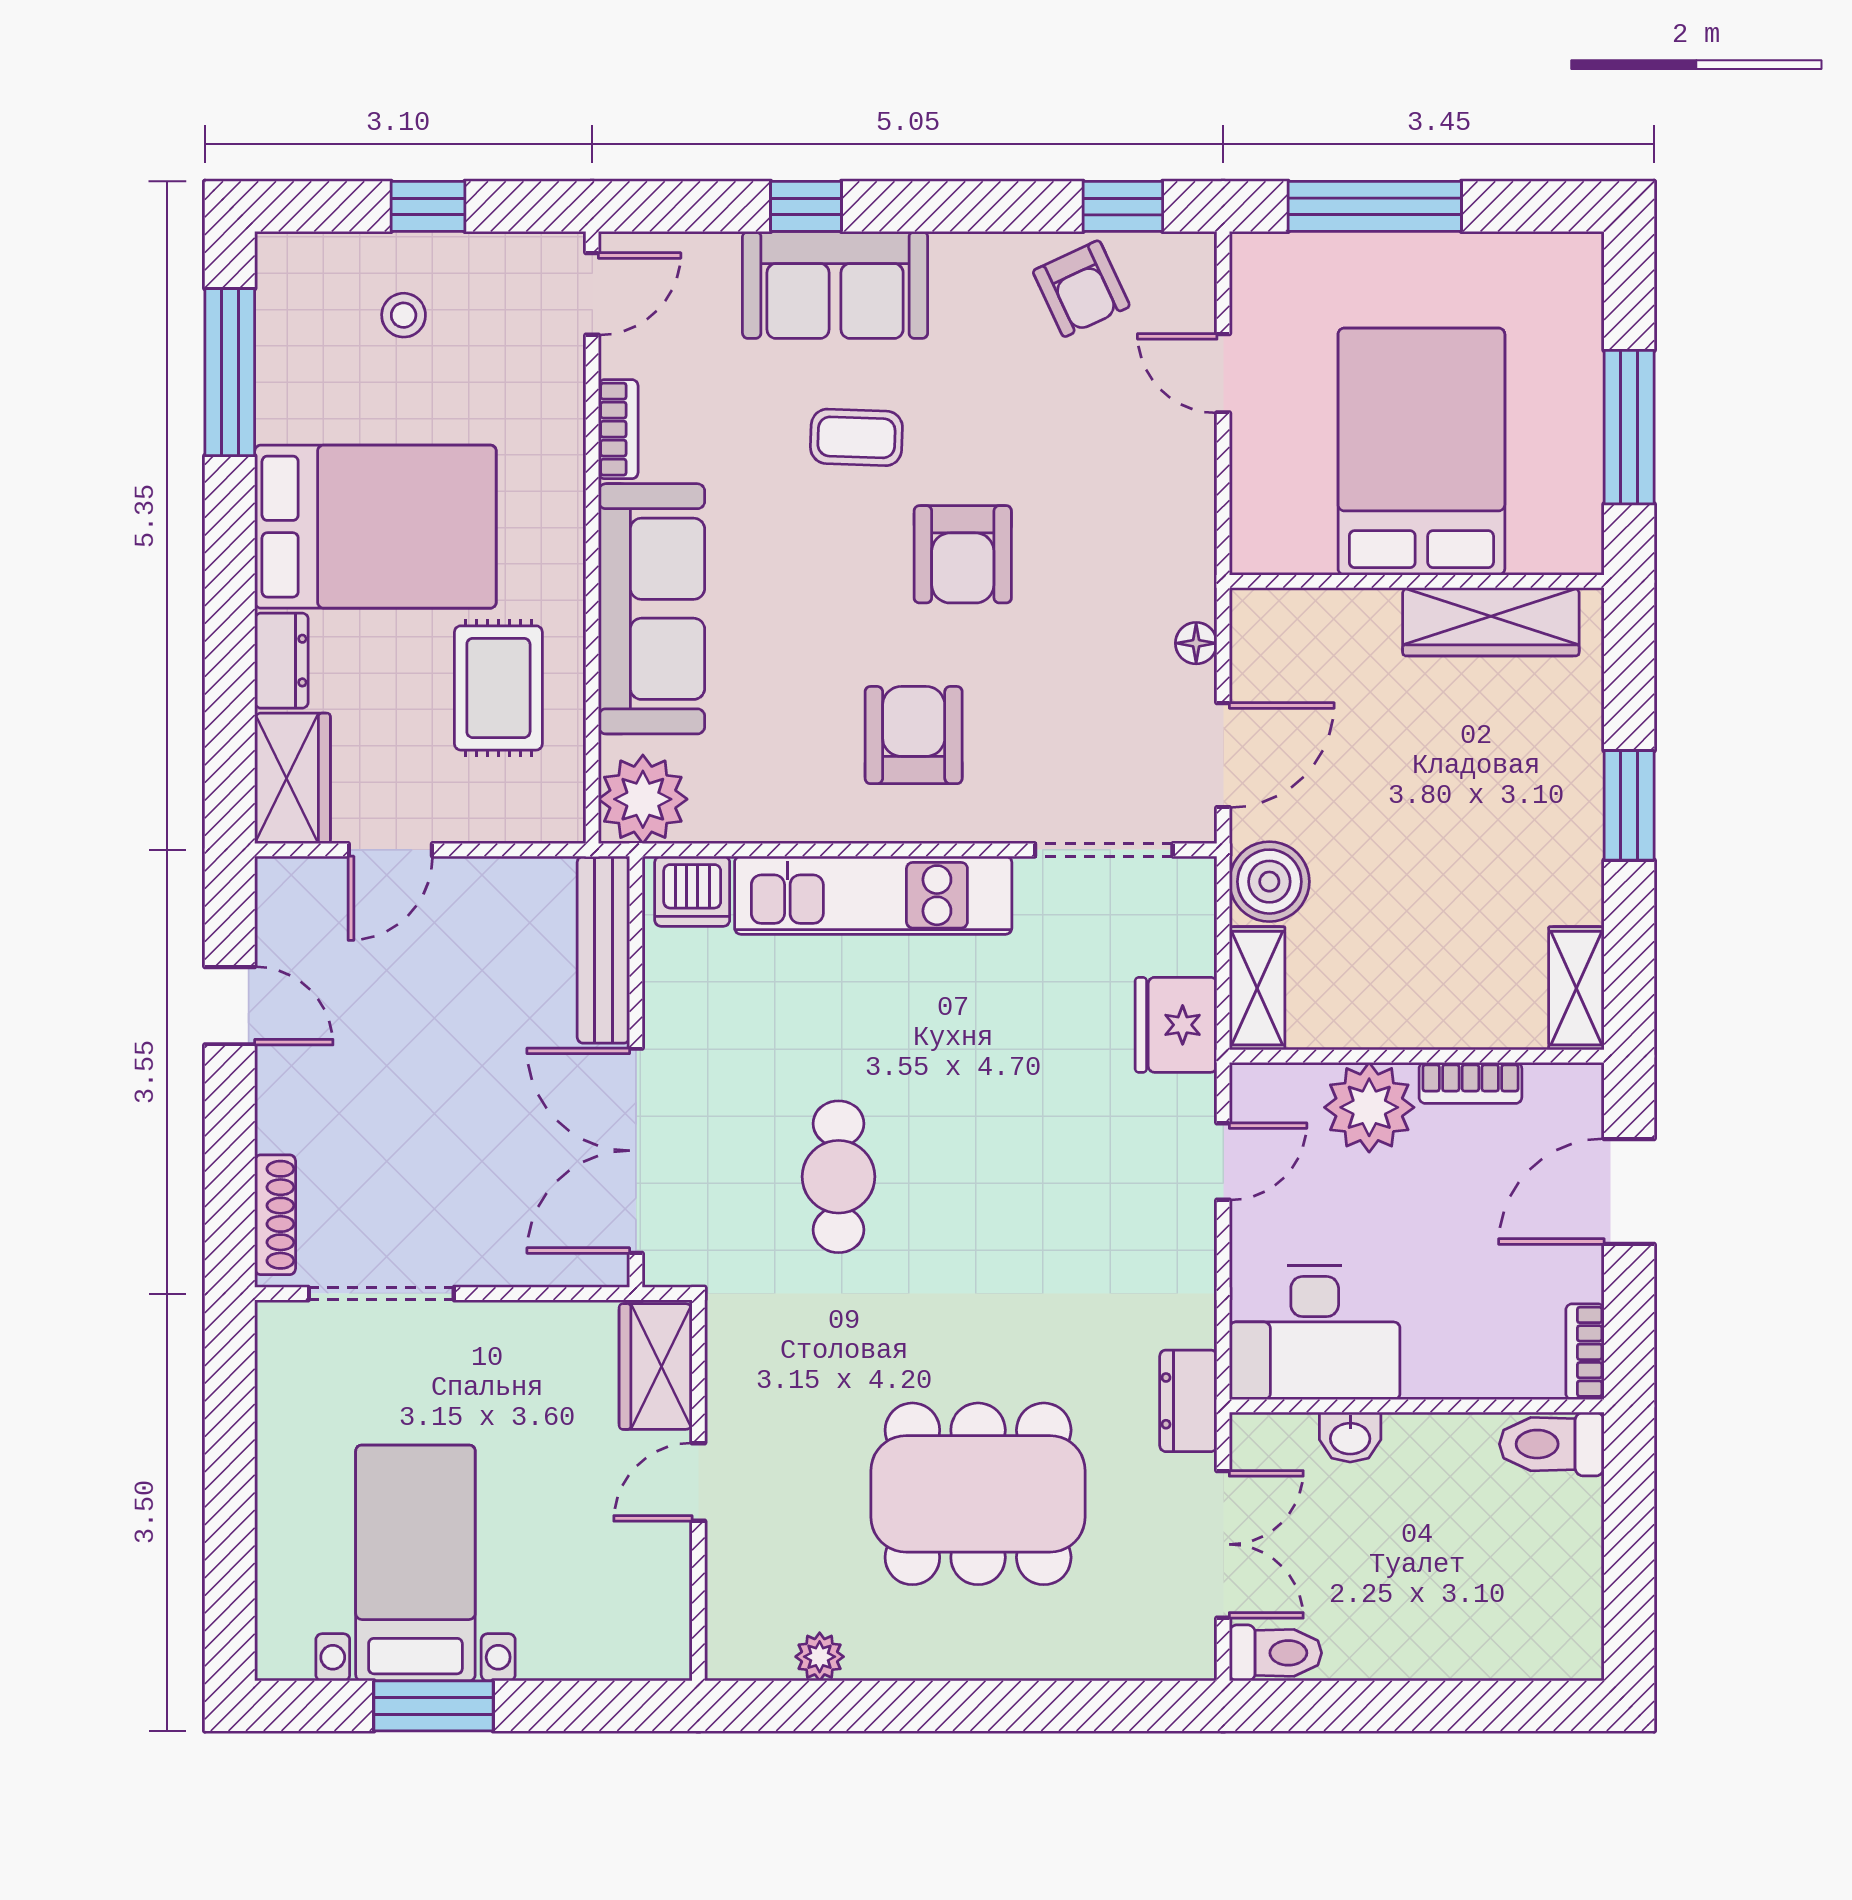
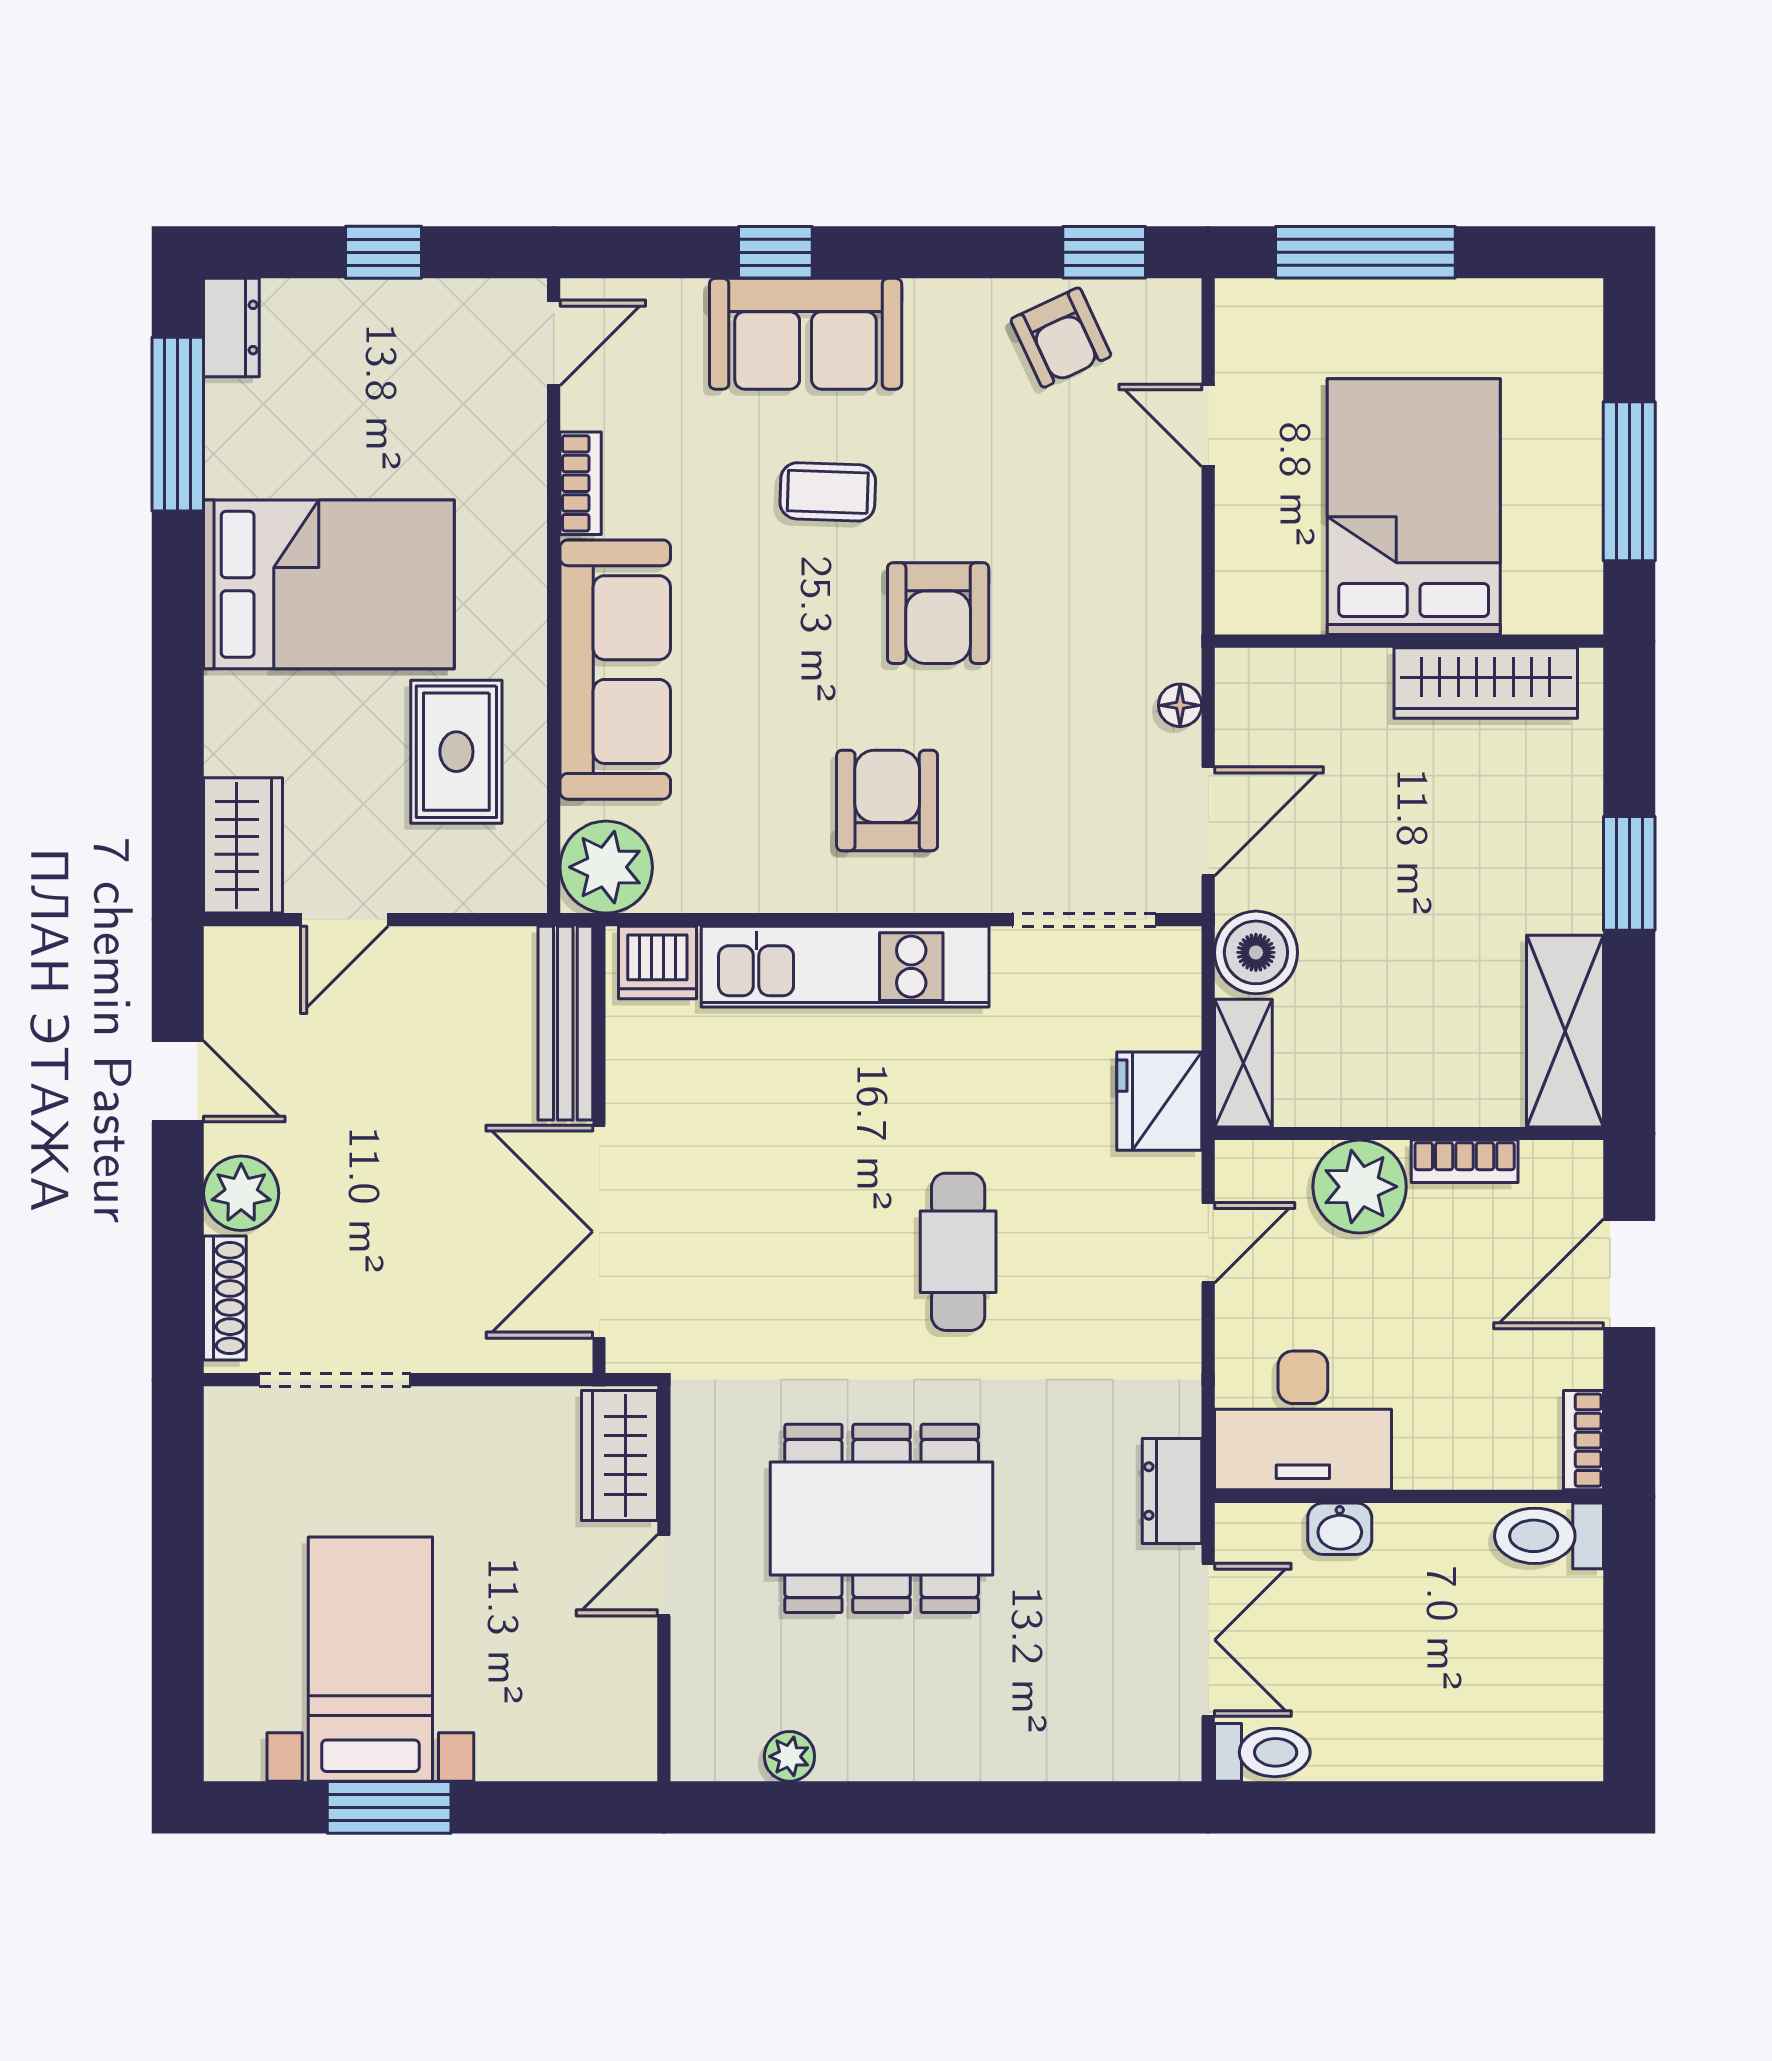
stool: (404, 315) -> (358, 365), removed
dresser: (281, 661) -> (231, 327), moved
shelving: (1576, 988) -> (1565, 1031), width x1.50, depth x1.33
plant: (291, 1114) -> (241, 1193), added
cafe table: (839, 1177) -> (958, 1252), moved
dining table: (978, 1494) -> (882, 1518), moved

